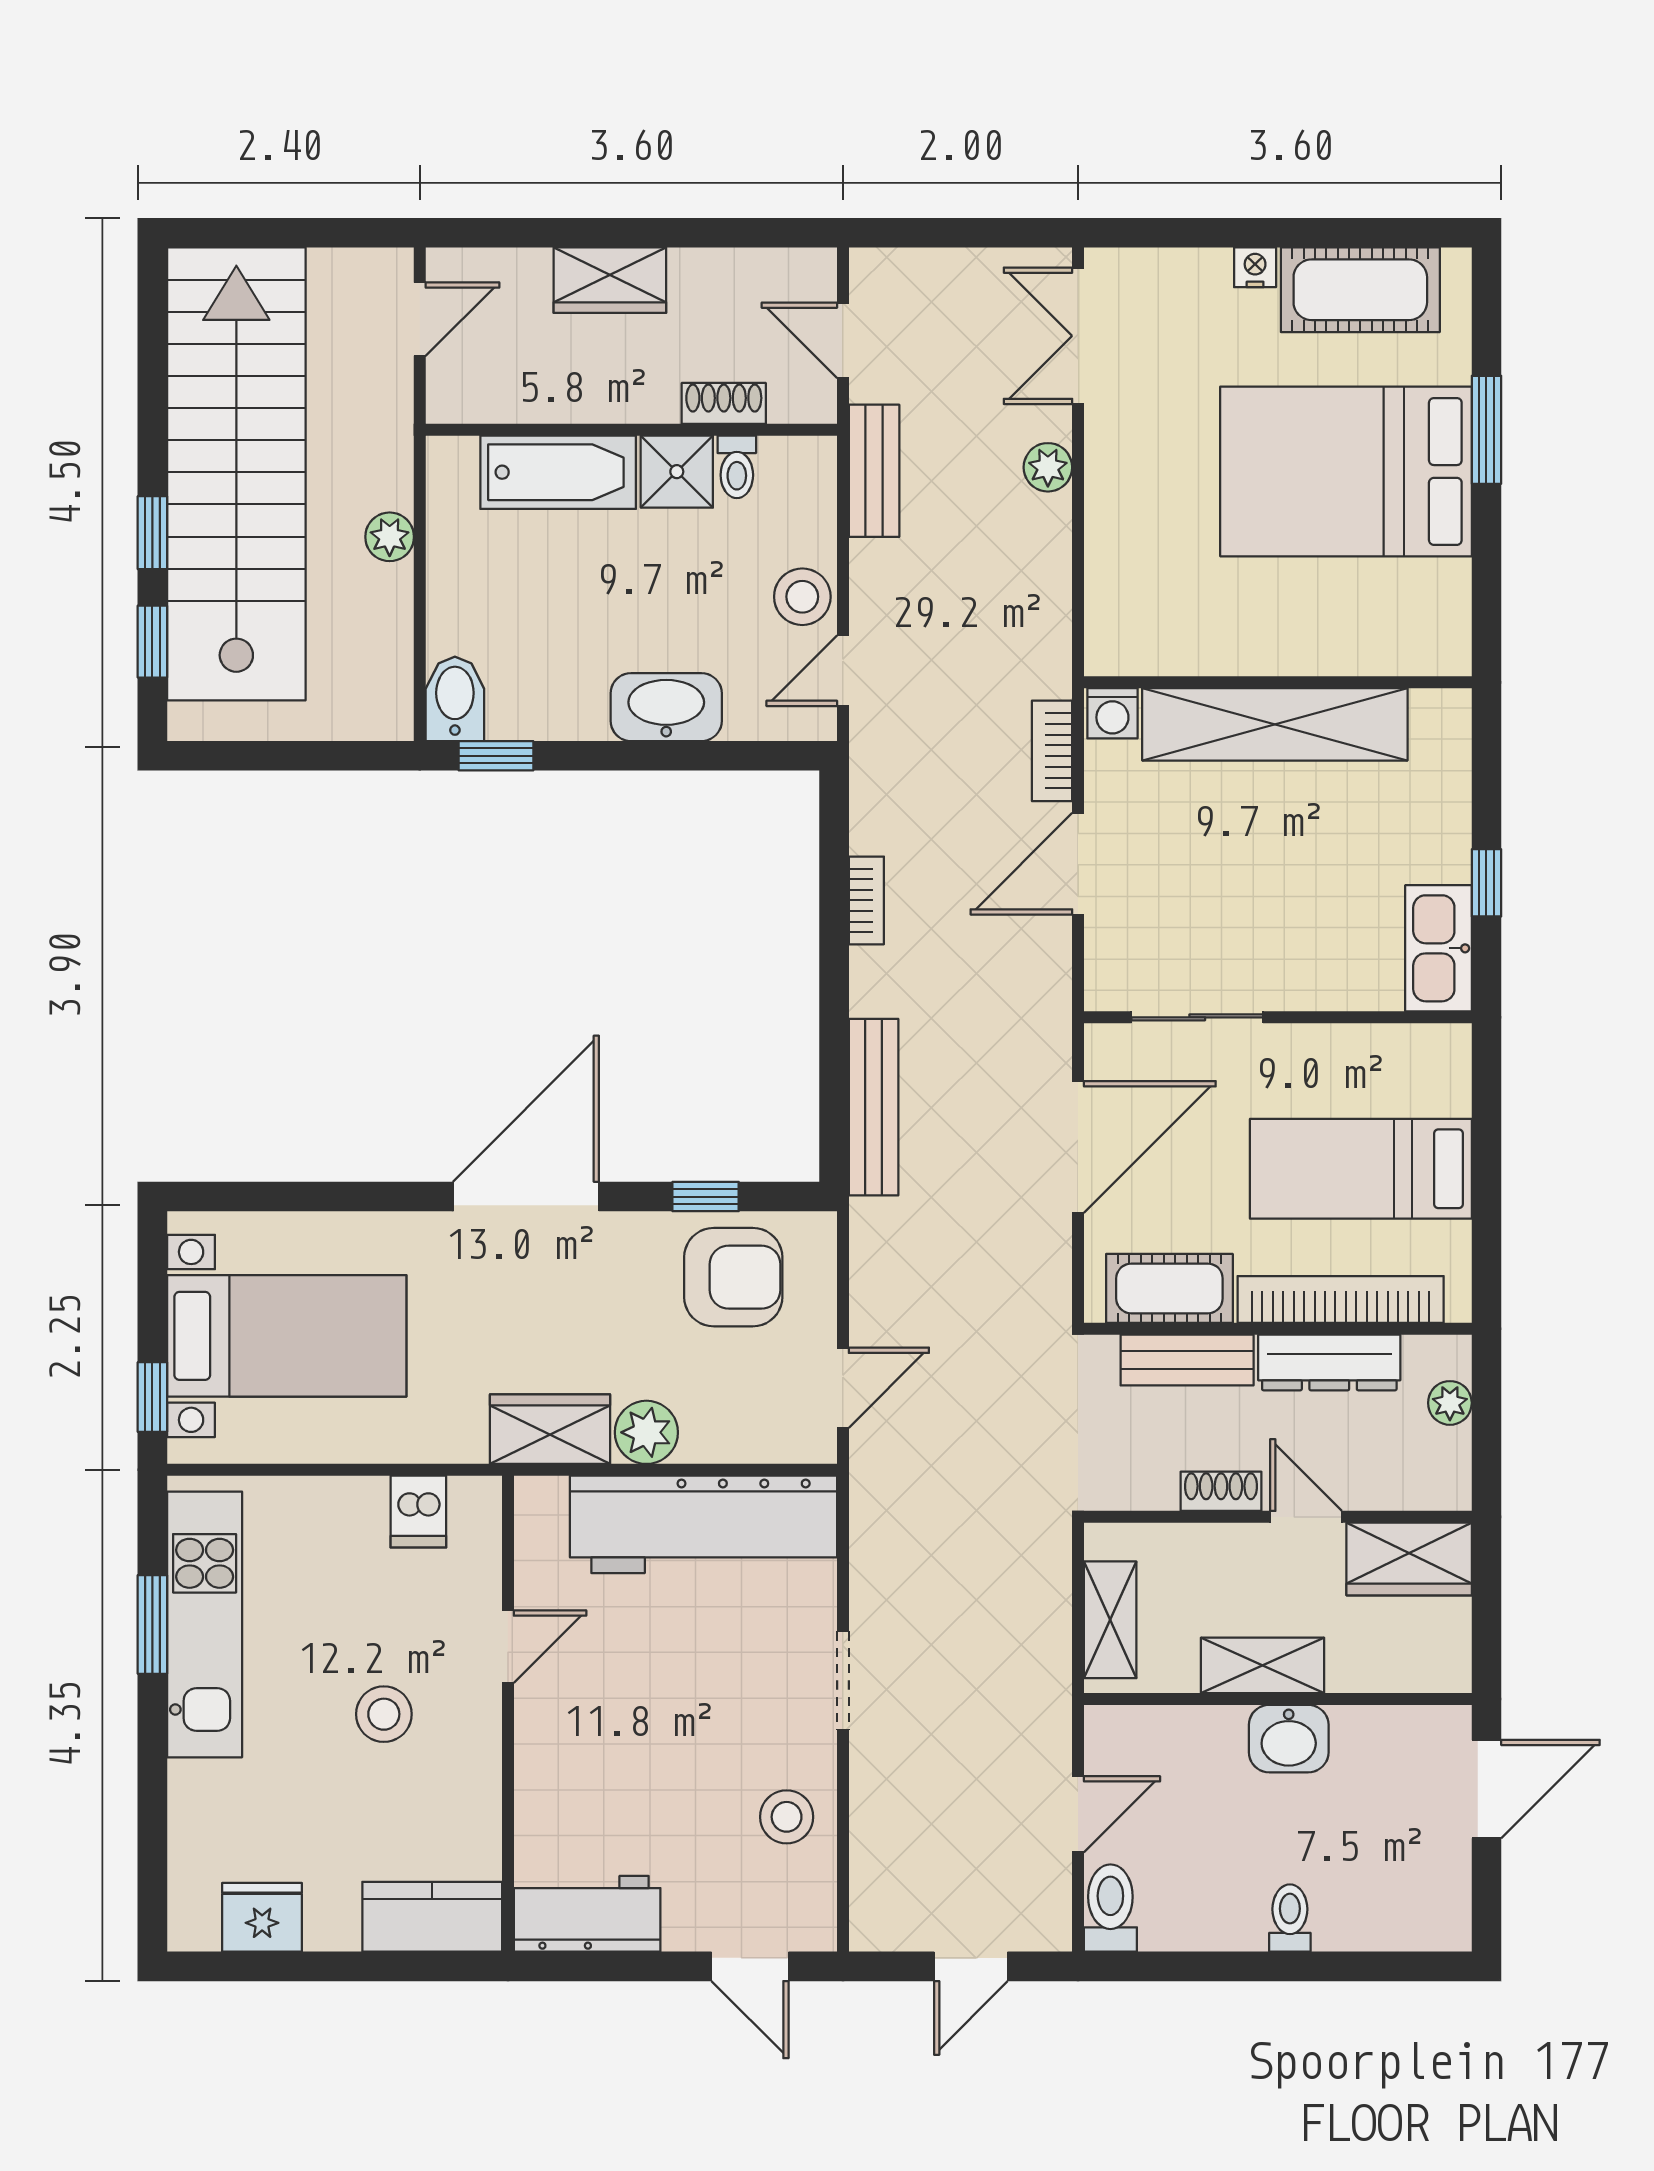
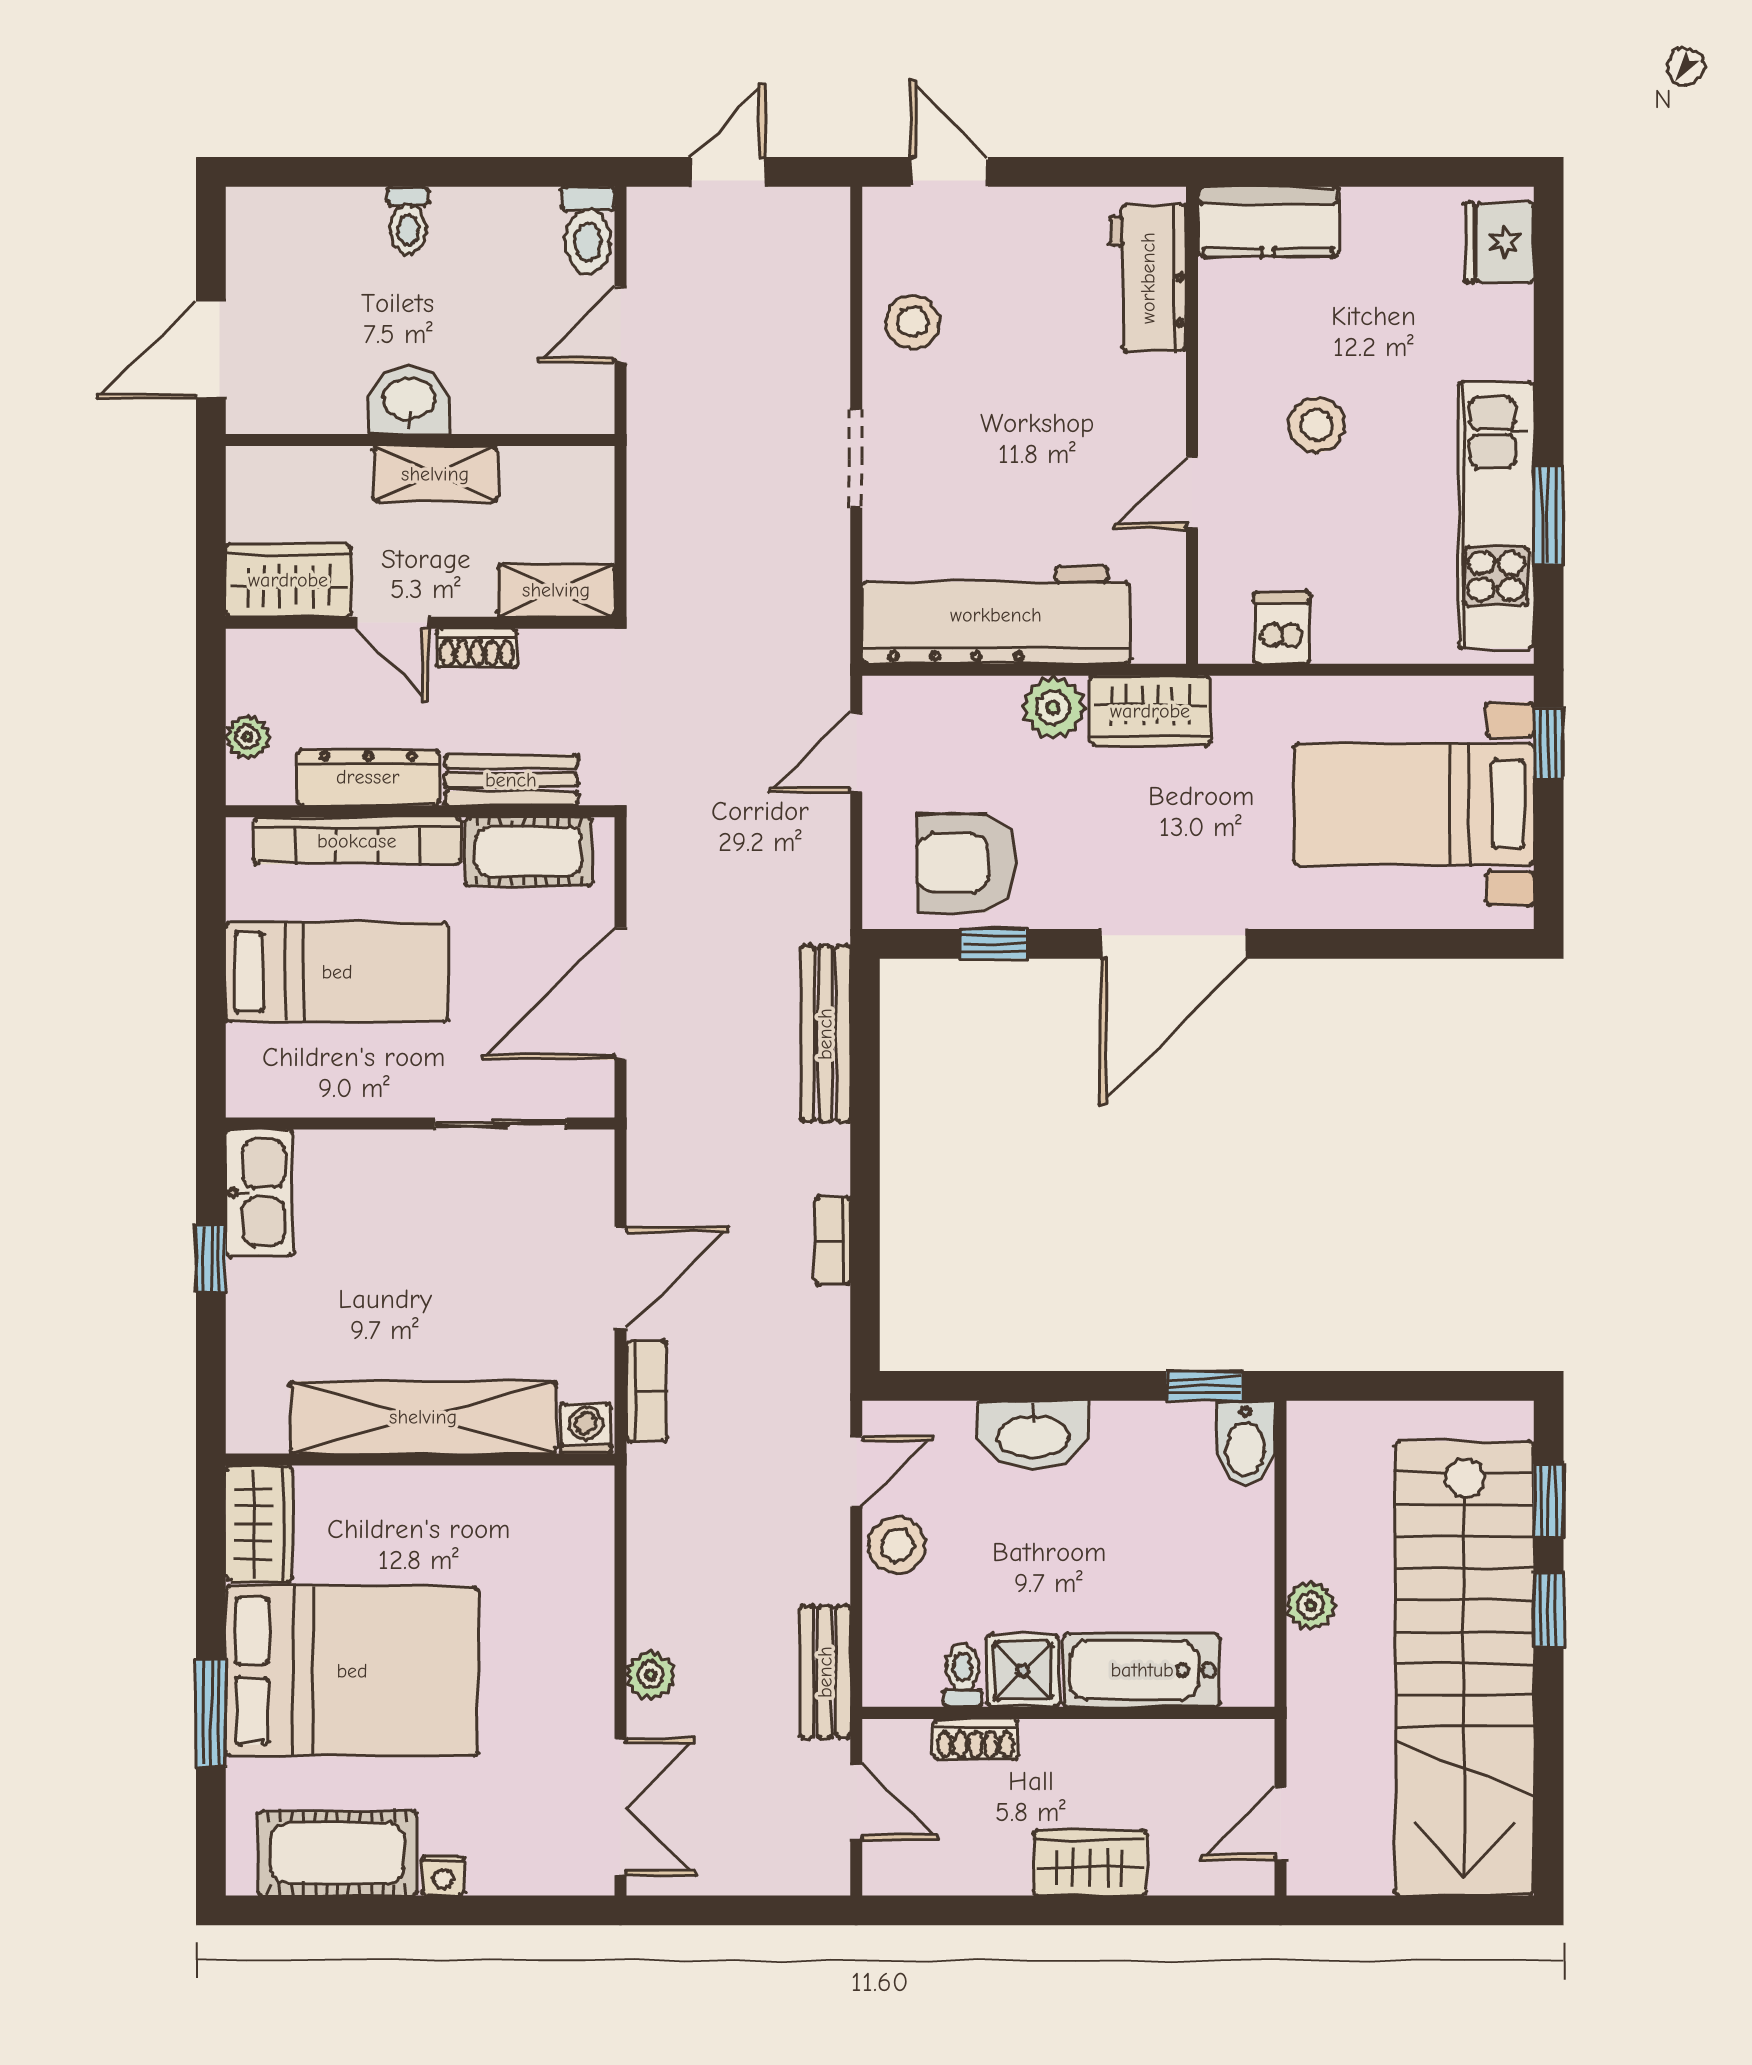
wardrobe: (1438, 619) -> (259, 1523), added
shelving: (1110, 1620) -> (556, 590), moved, turned 90
workbench: (587, 1914) -> (1148, 278), moved, turned 90
fridge: (262, 1917) -> (1499, 243), moved, turned 90

